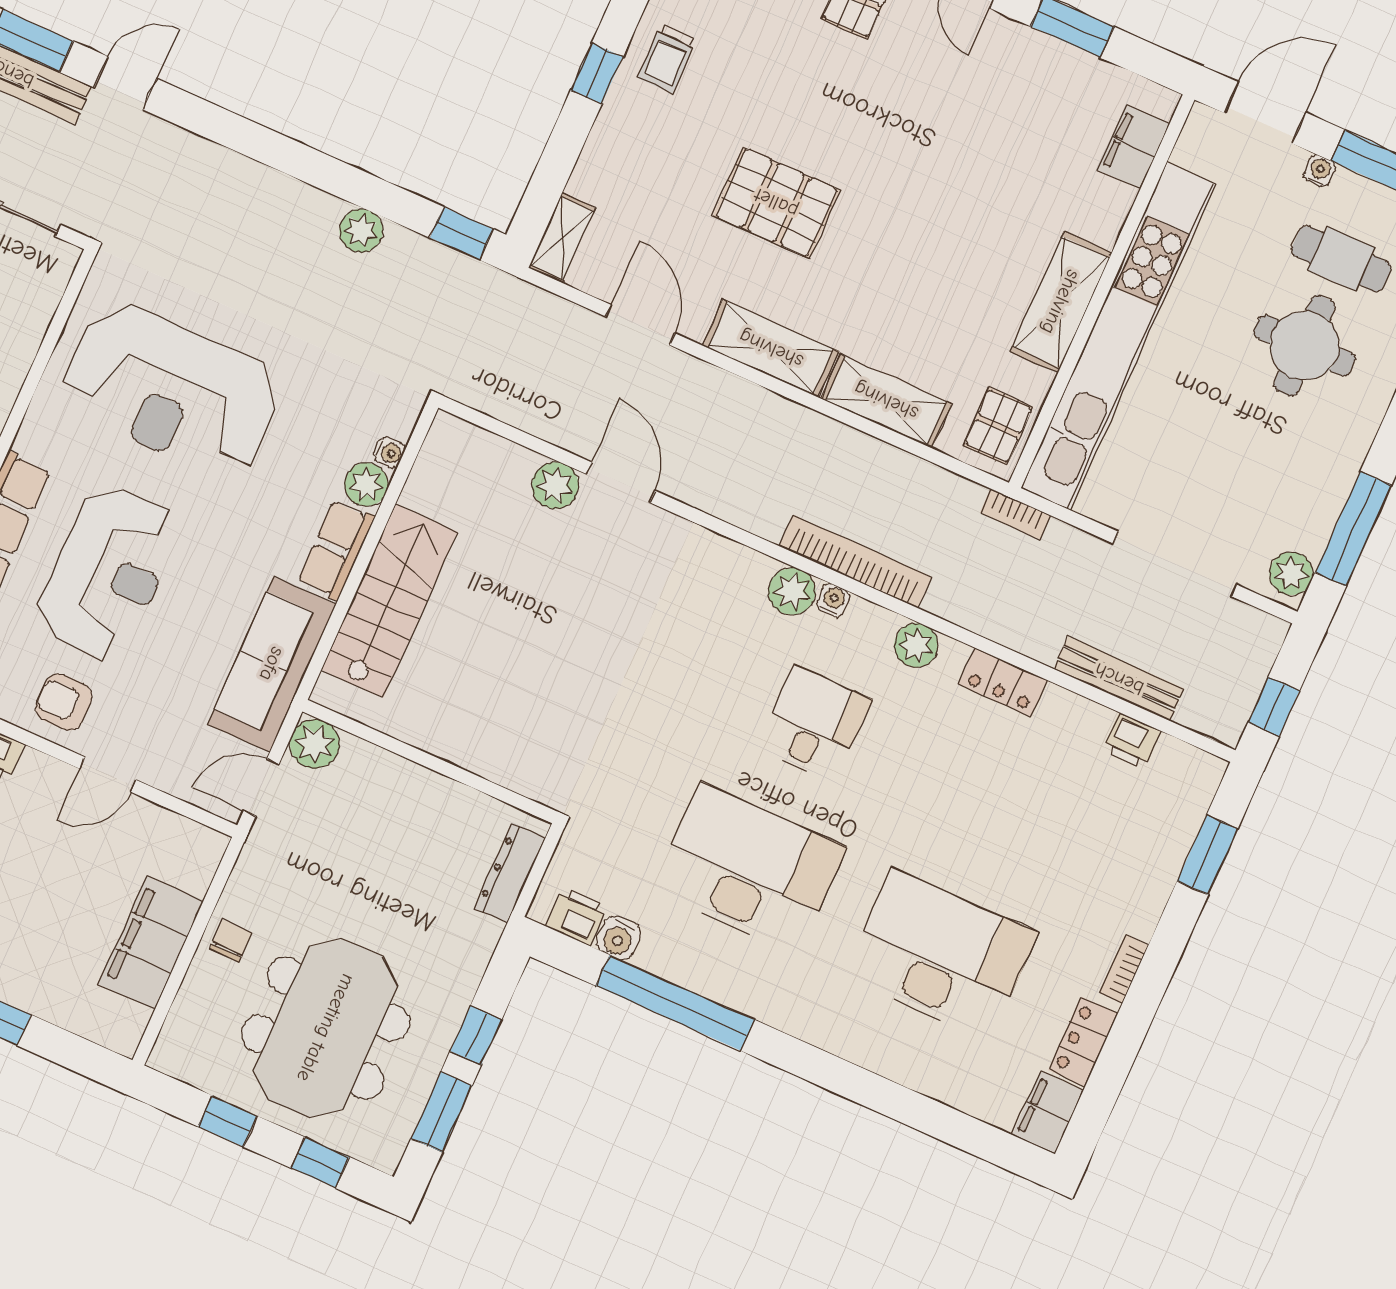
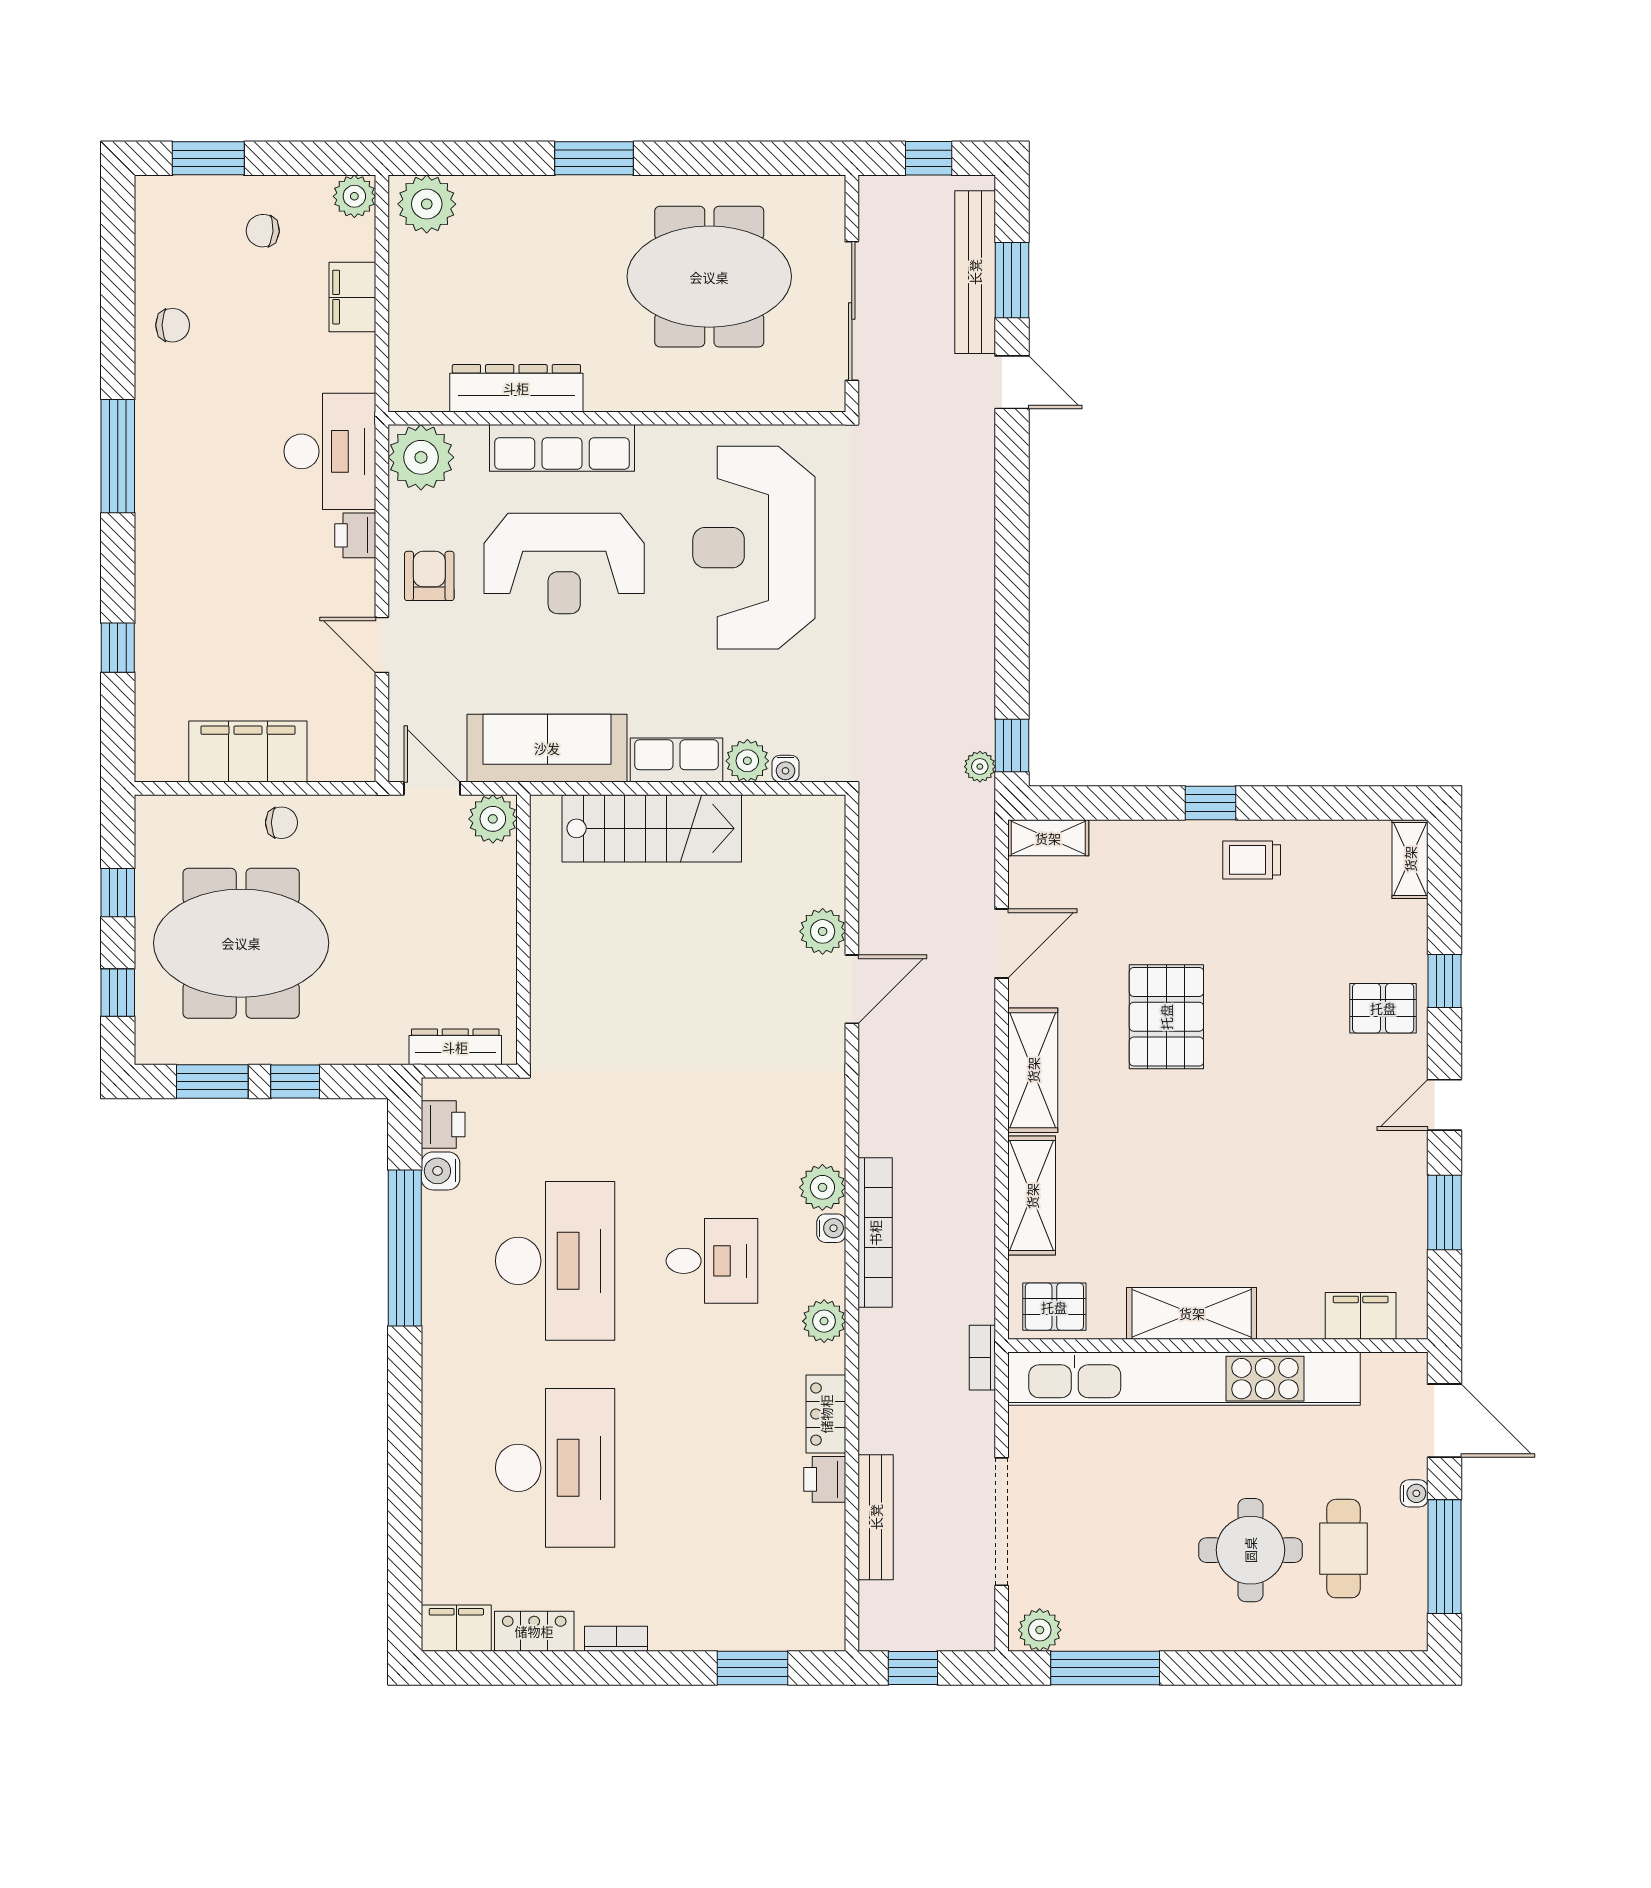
plant: (361, 231) -> (980, 767), moved, width x0.73, depth x0.73
printer: (1132, 741) -> (825, 1479), moved

